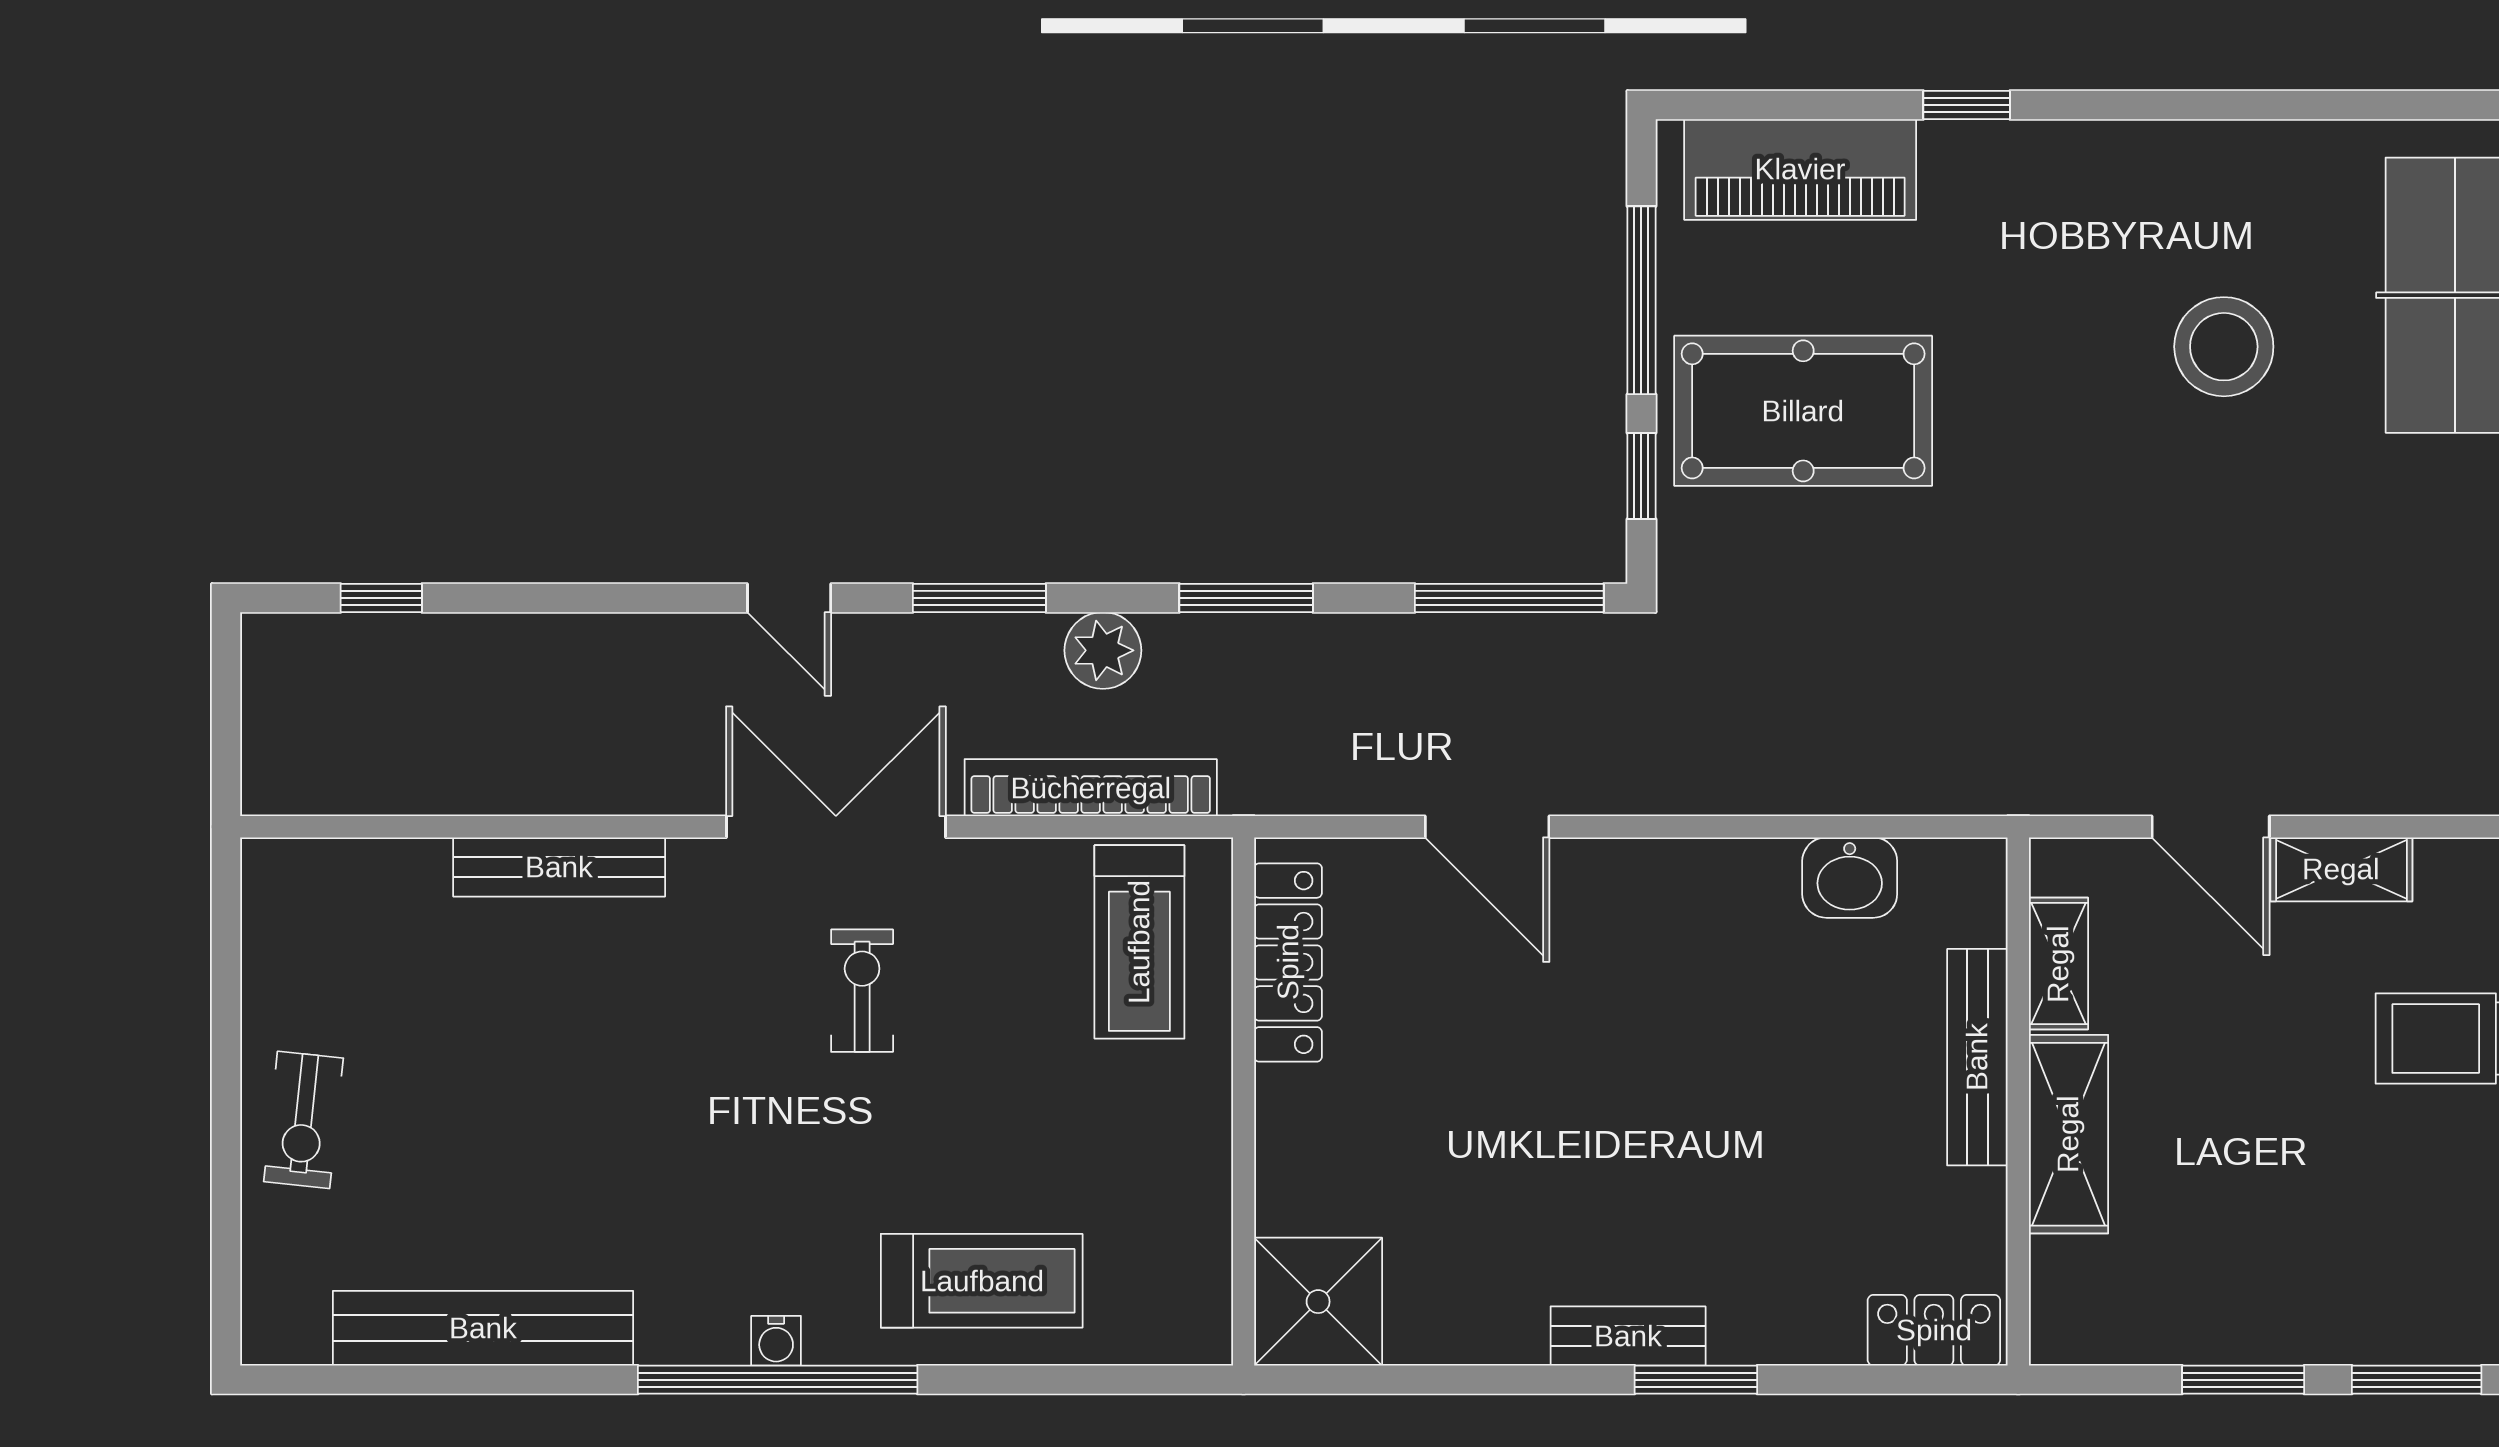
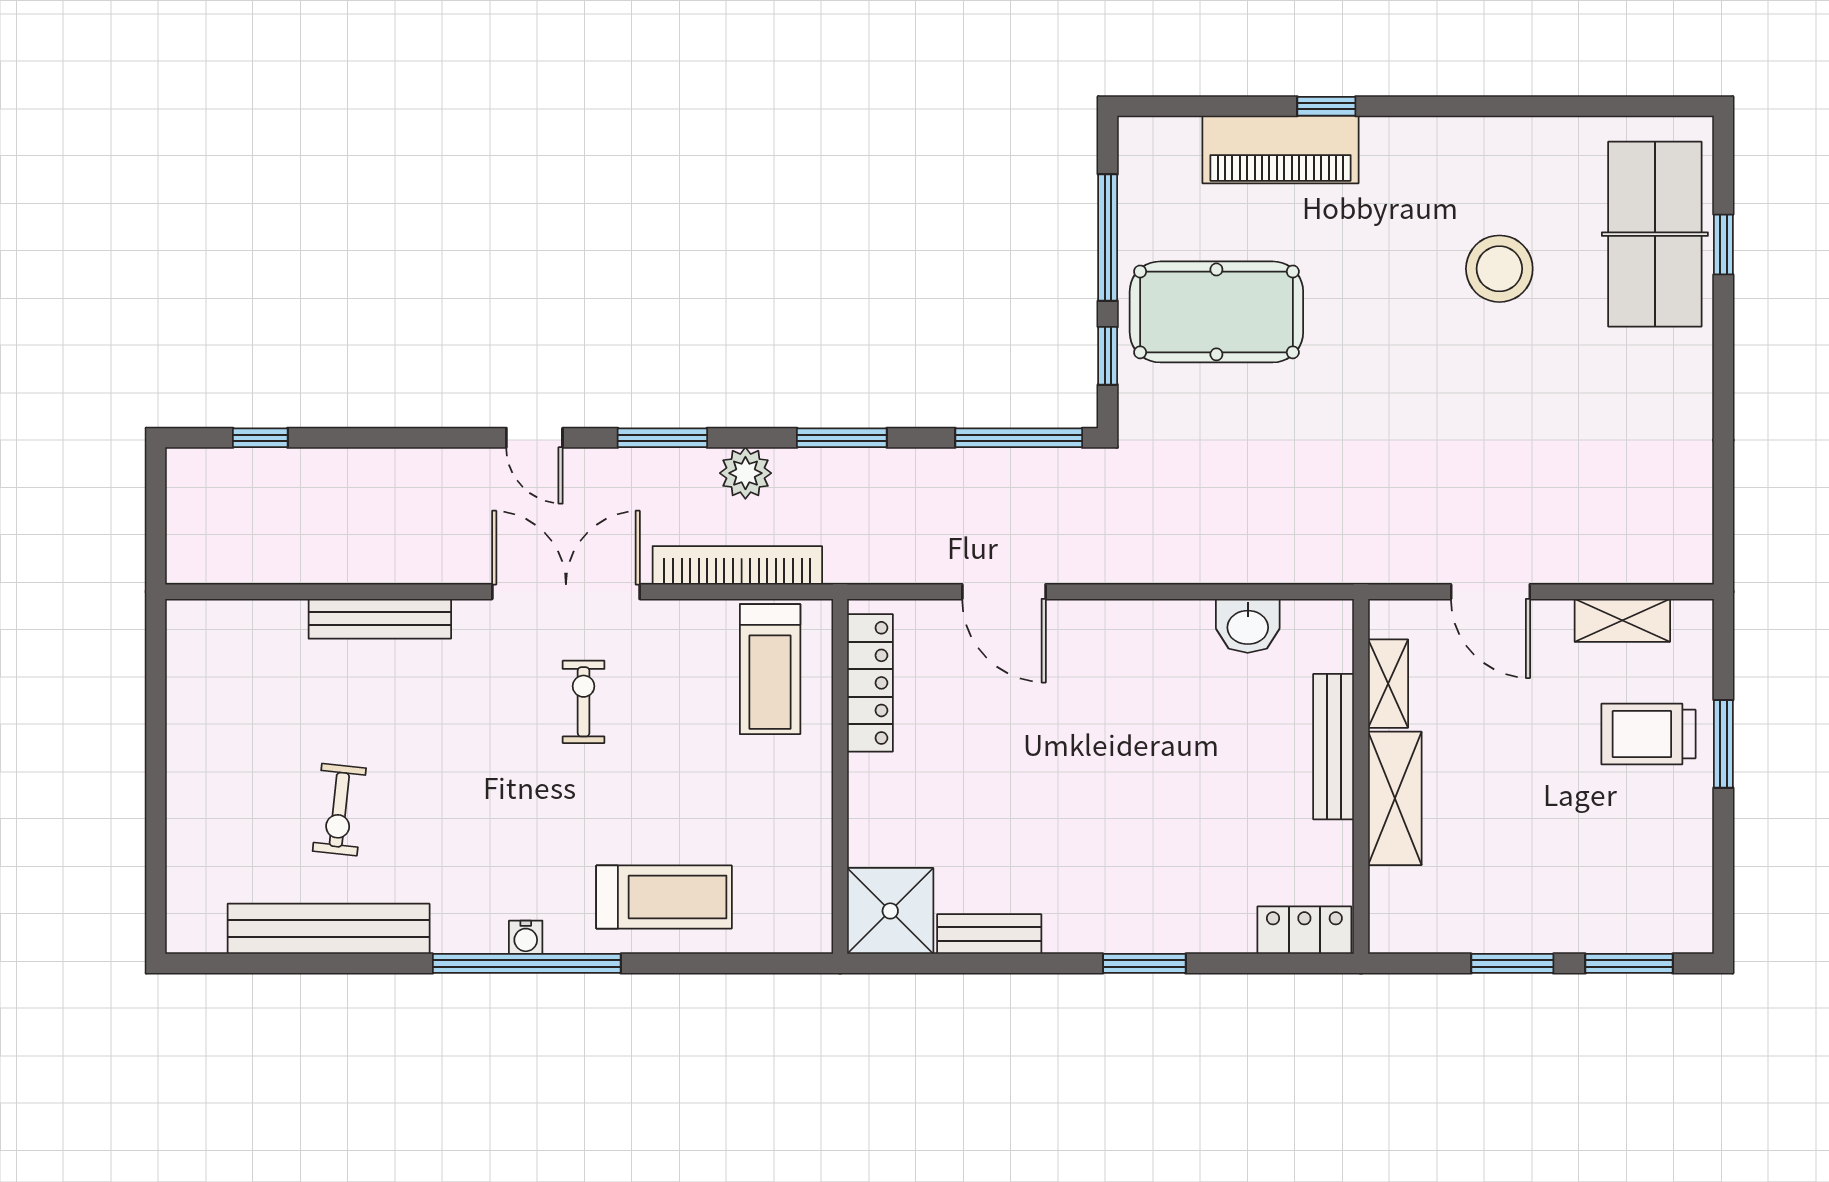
piano: (1800, 169) -> (1280, 150), moved
shelving: (2341, 869) -> (1622, 620), moved
exercise bike: (304, 1120) -> (339, 810), moved
bench: (1628, 1336) -> (989, 934), moved

